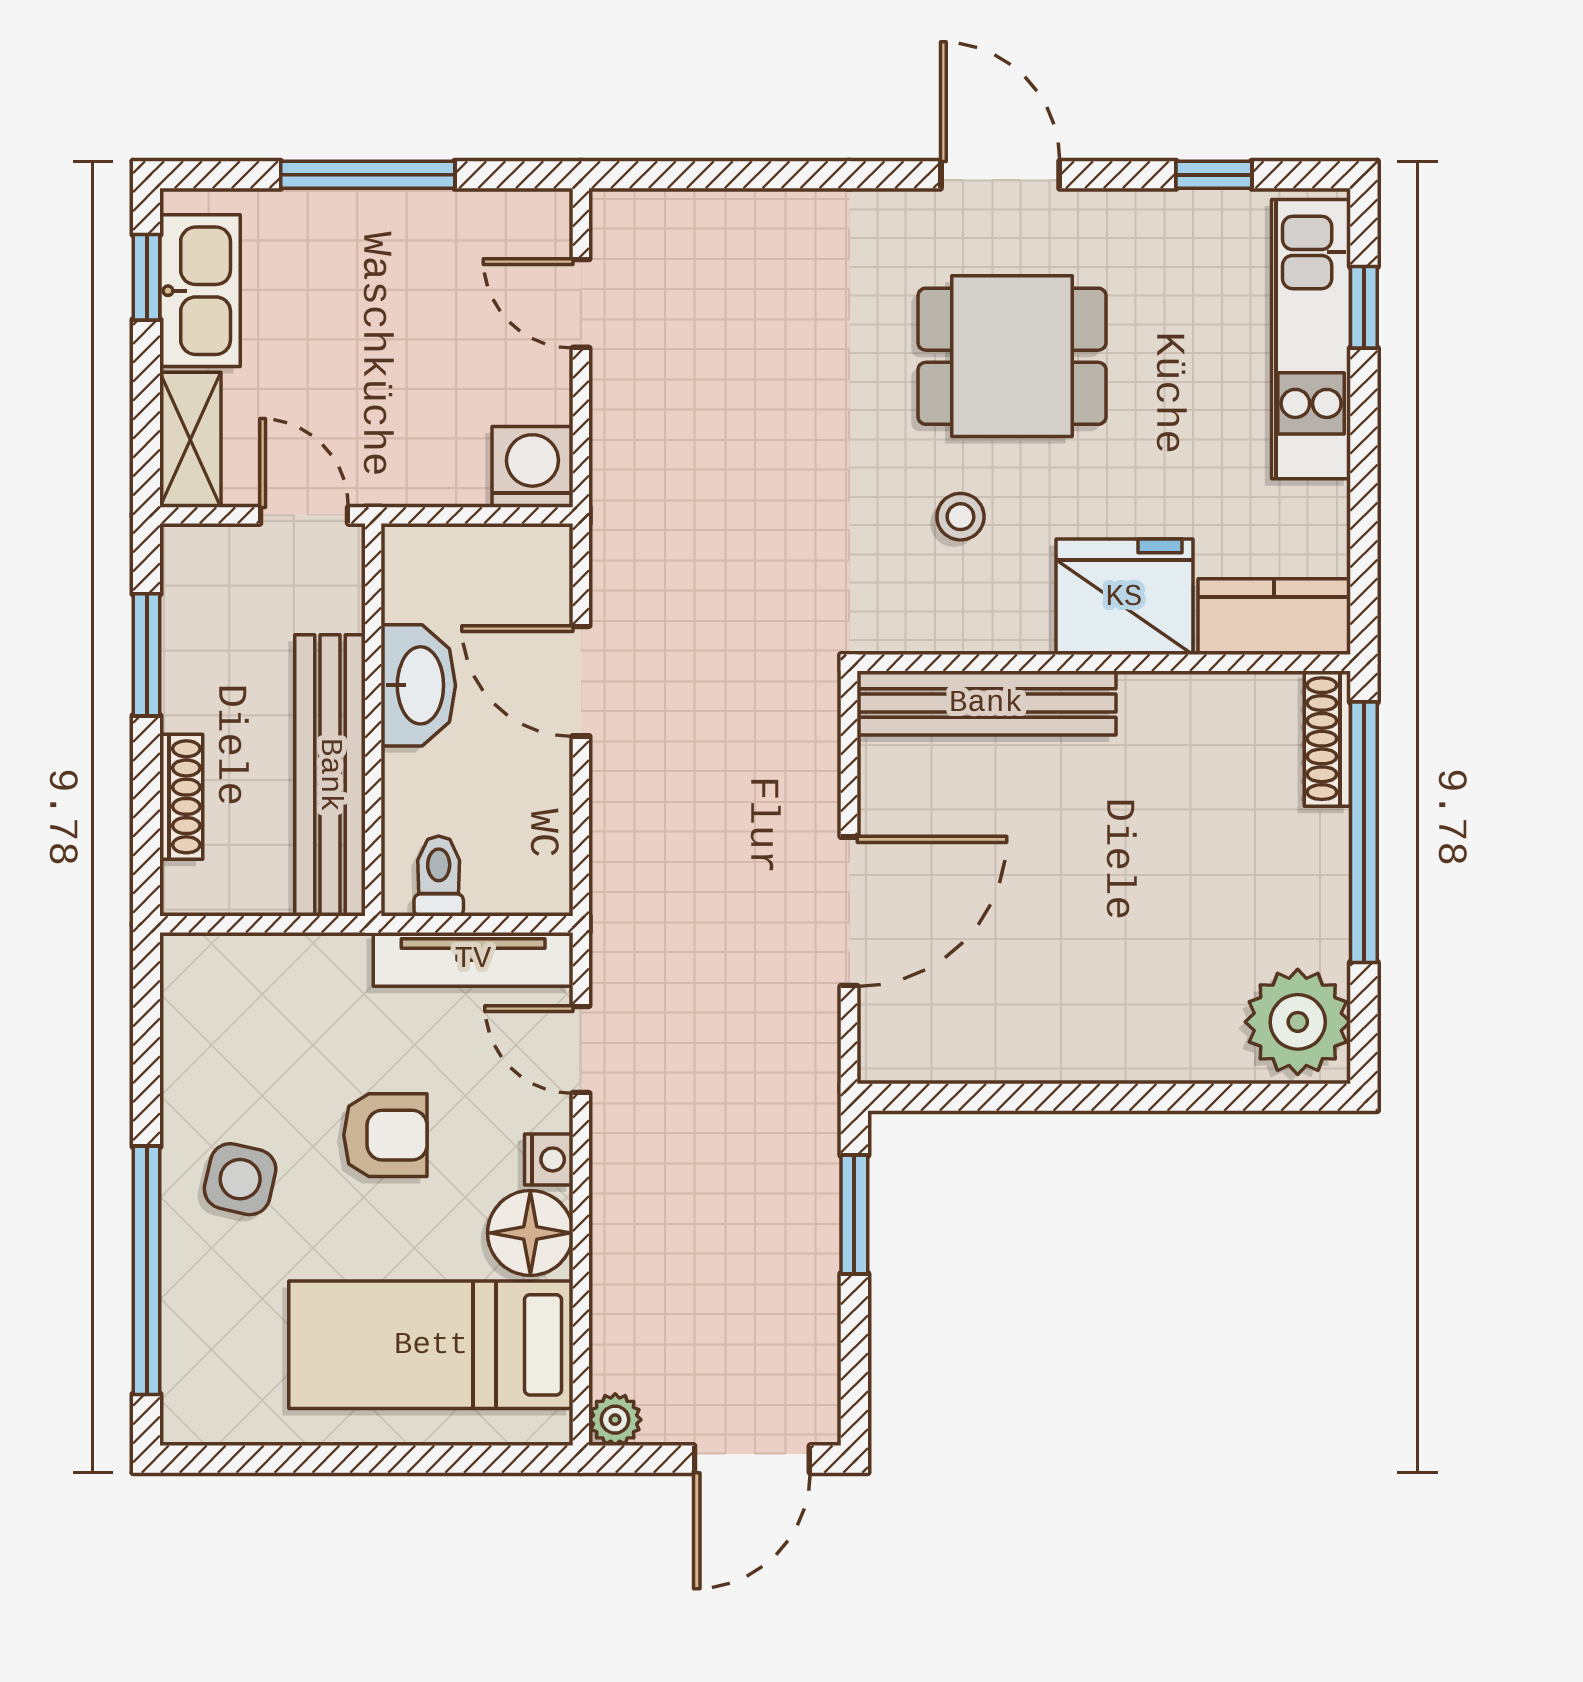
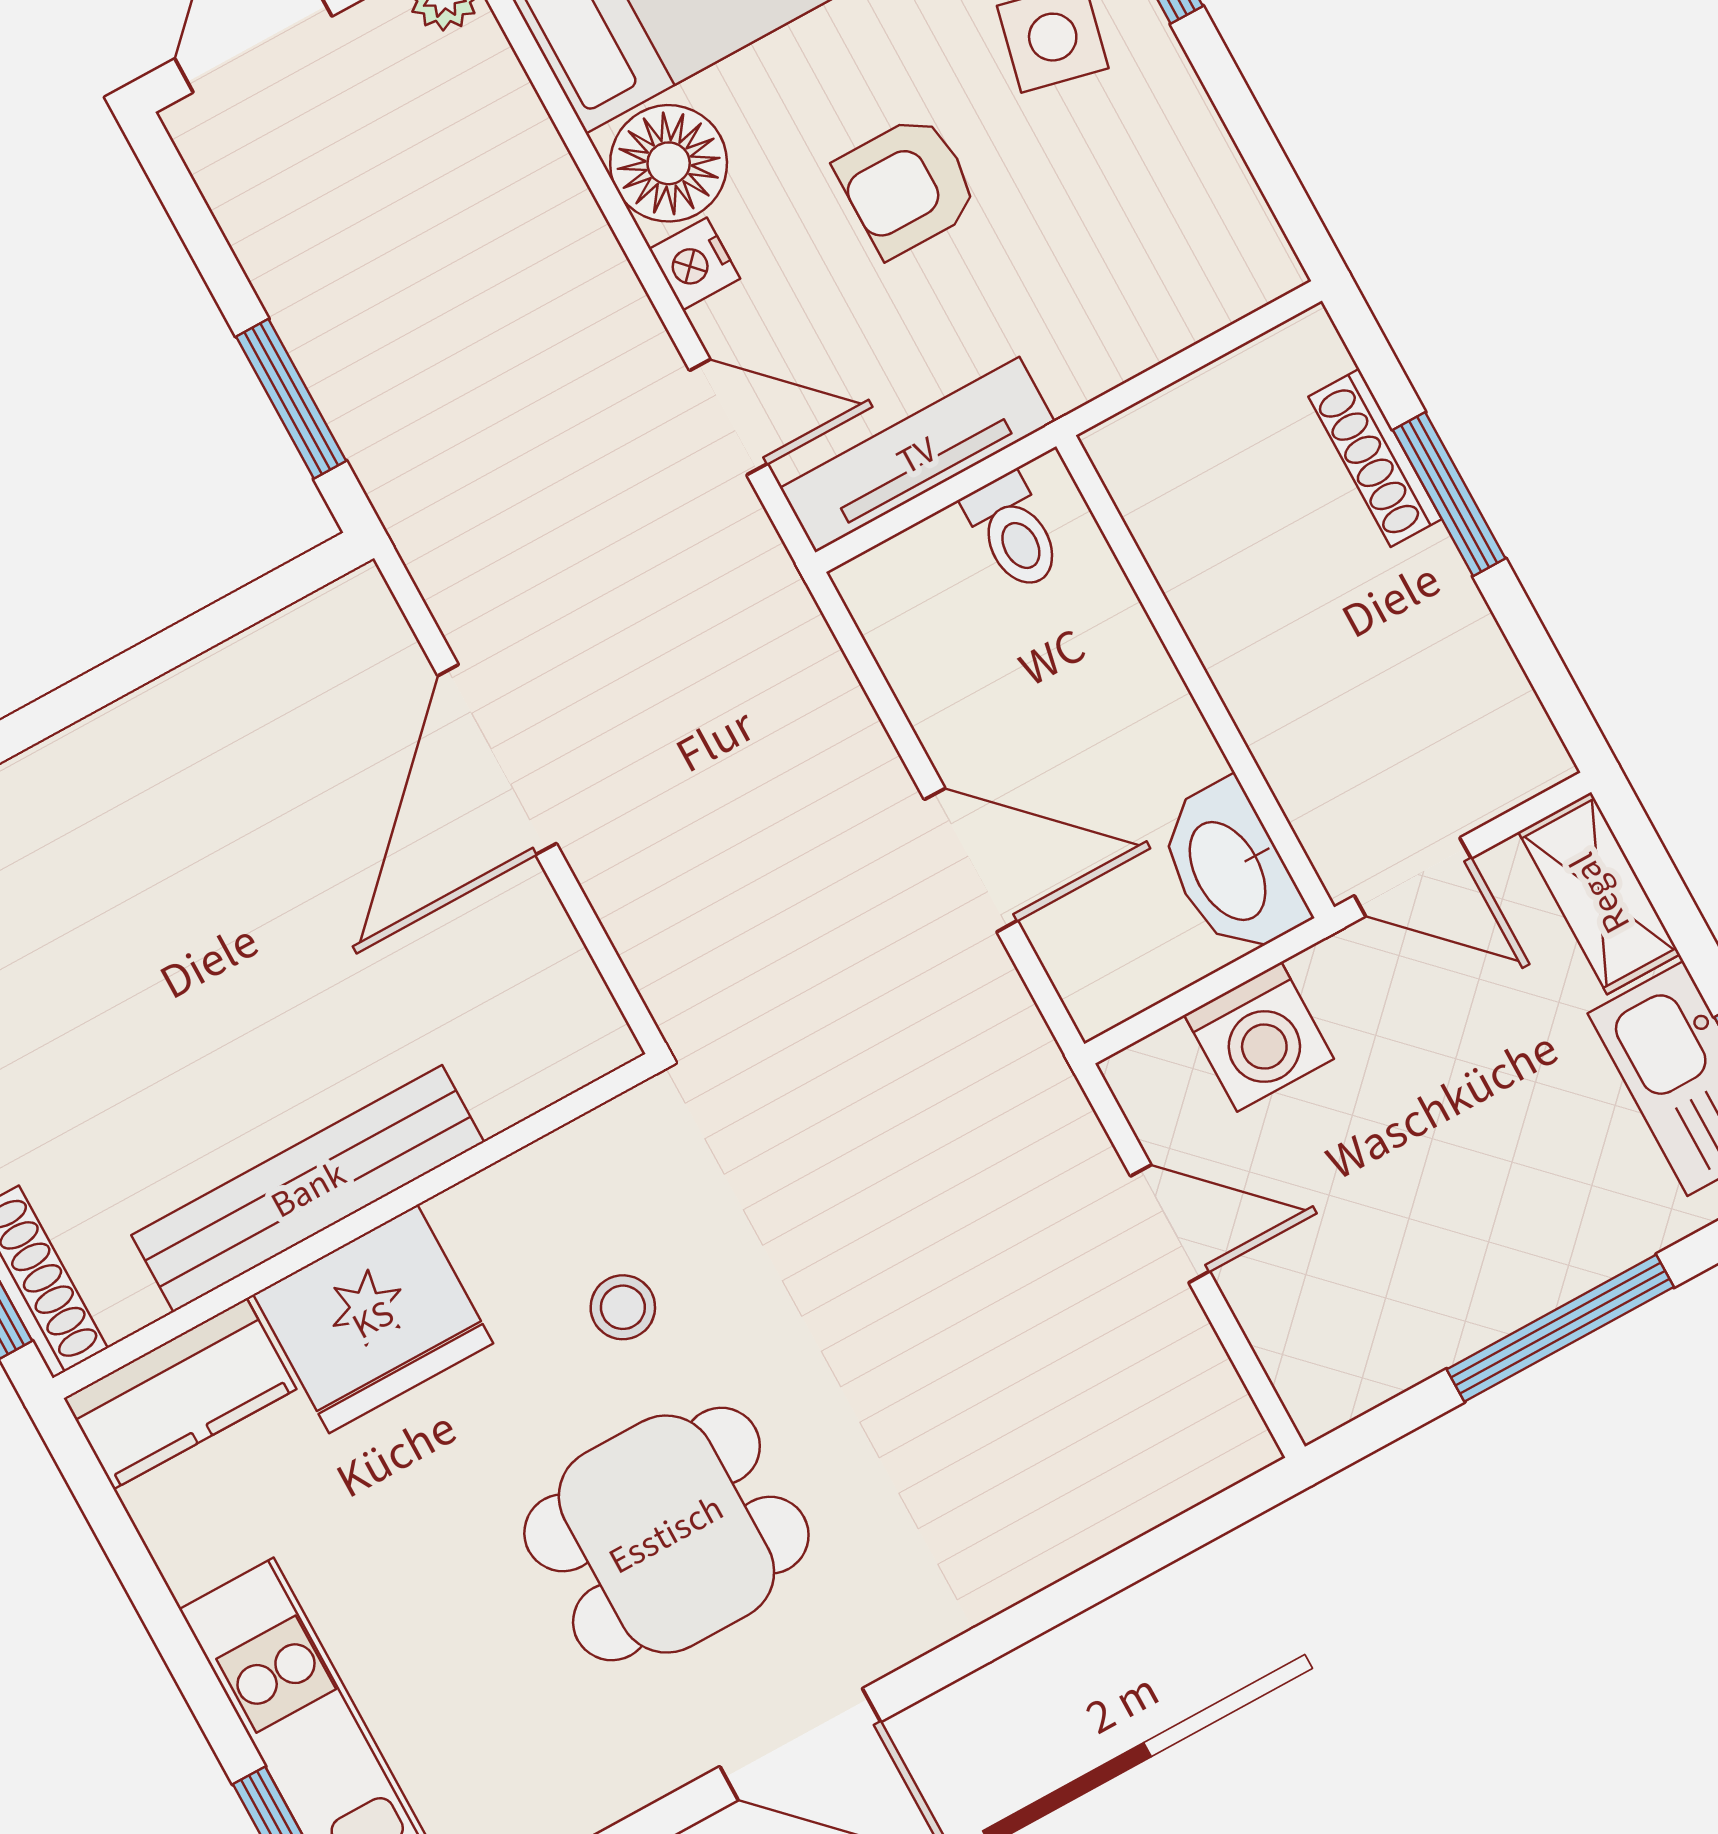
door: (581, 303) -> (1170, 1224), moved
washing machine: (532, 467) -> (1259, 1037), moved
window: (147, 655) -> (1449, 494), moved
washbasin: (418, 685) -> (1230, 870), moved
bench: (986, 703) -> (308, 1189), moved
bench: (330, 775) -> (1210, 582), removed

